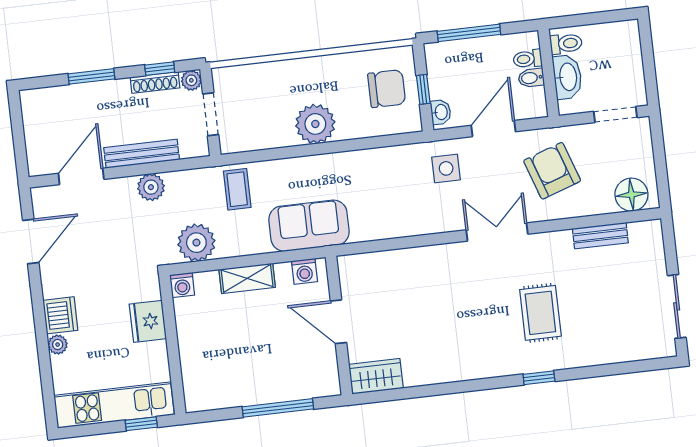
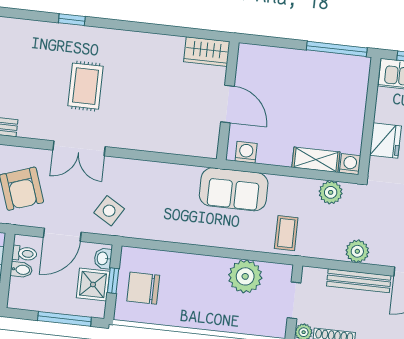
toilet: (528, 59) -> (24, 254), moved
shower: (445, 80) -> (93, 284), added
plant: (315, 124) -> (245, 276), moved
side table: (446, 168) -> (109, 211), turned 31
plant: (196, 243) -> (331, 192), width x0.73, depth x0.73
shelving: (247, 278) -> (316, 160), moved
rug: (540, 313) -> (86, 86), moved
window: (278, 408) -> (337, 49), moved

